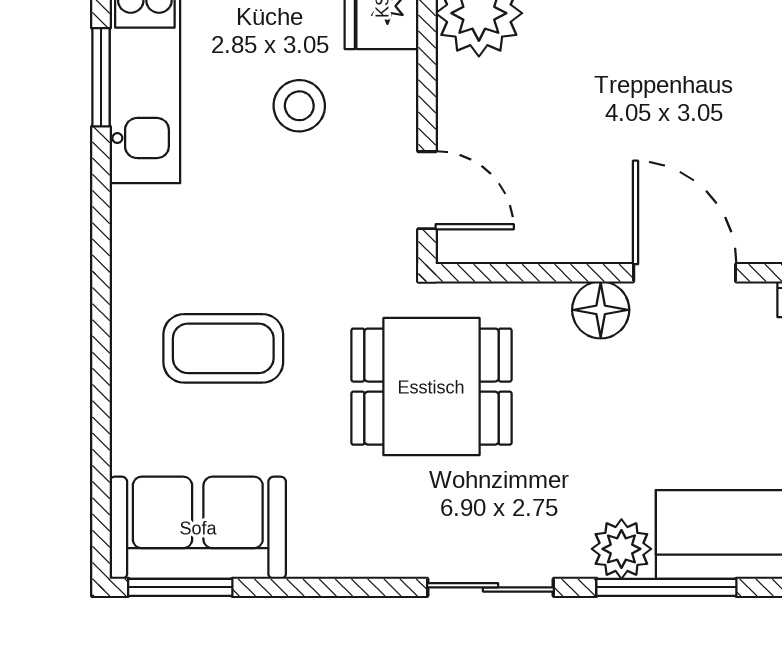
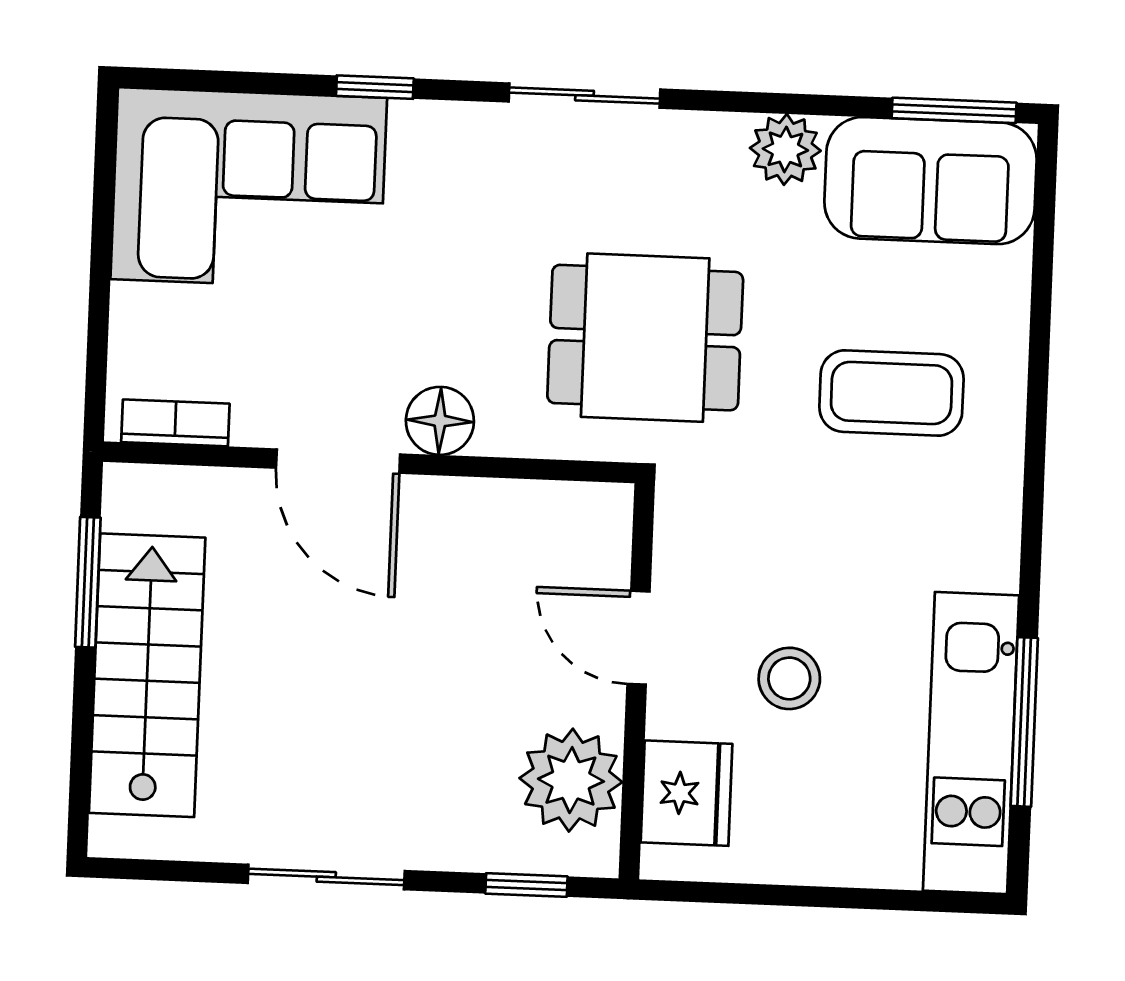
window: (101, 77) -> (1024, 722), width x1.44
door: (427, 190) -> (639, 638), moved
plant: (621, 549) -> (785, 149), moved
window: (666, 587) -> (375, 87), width x0.46

